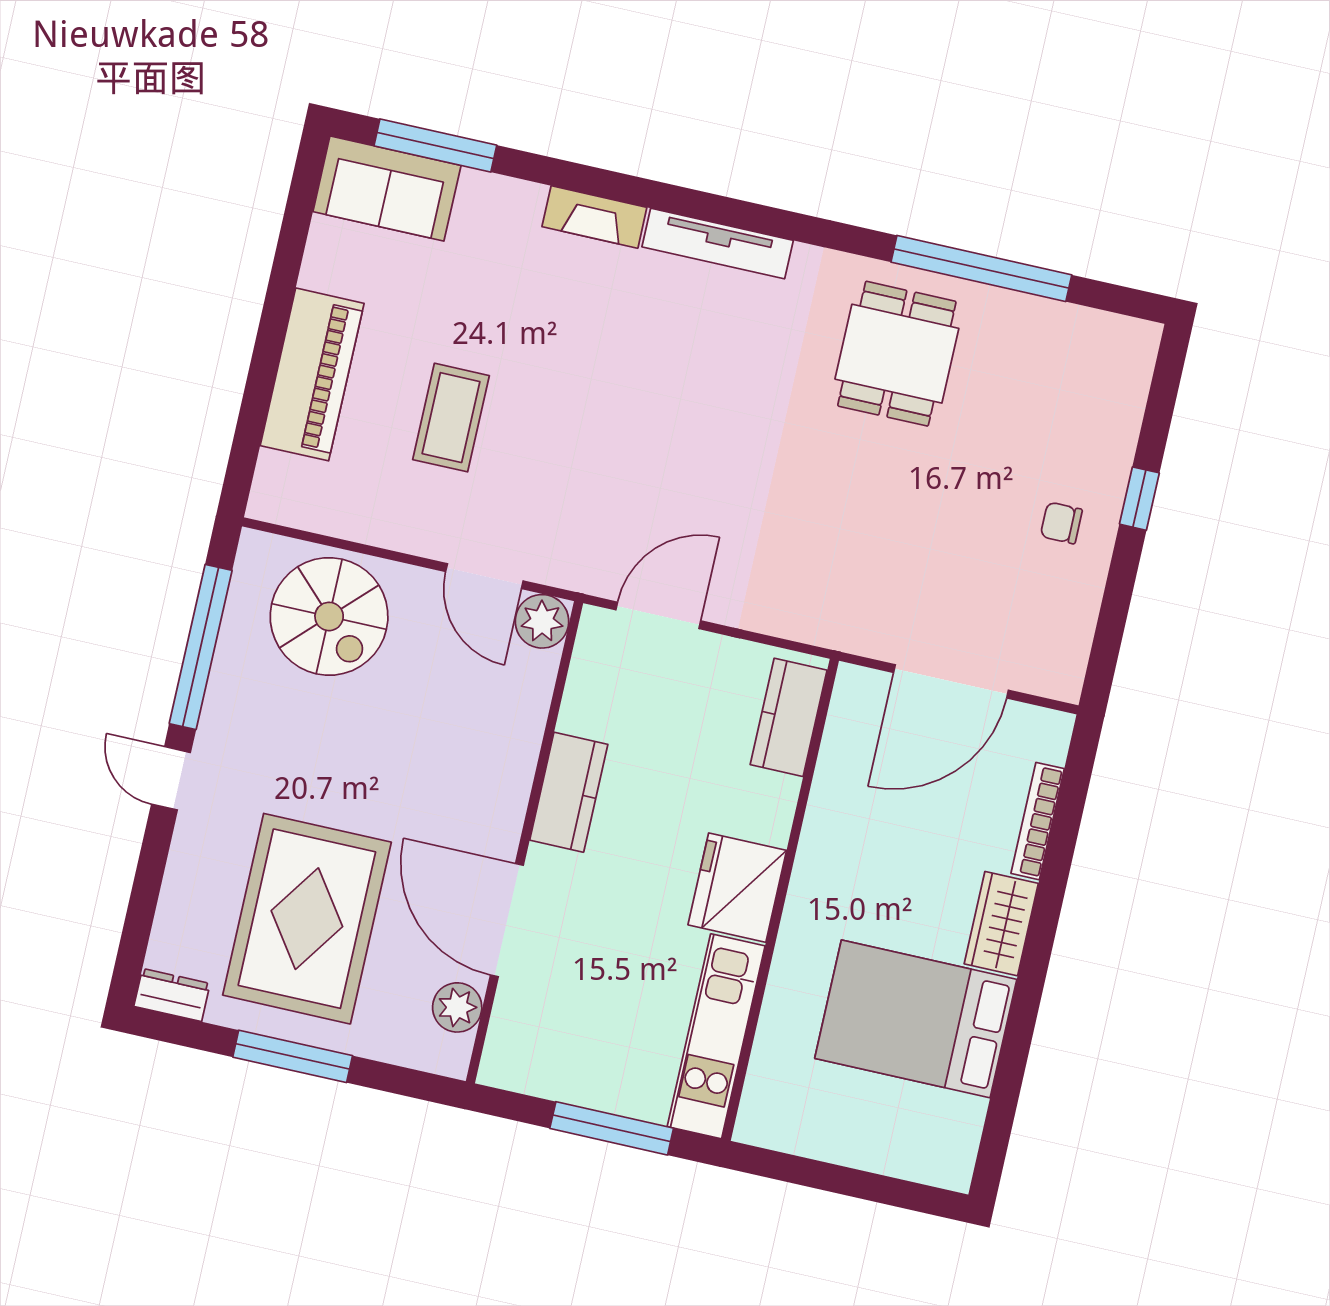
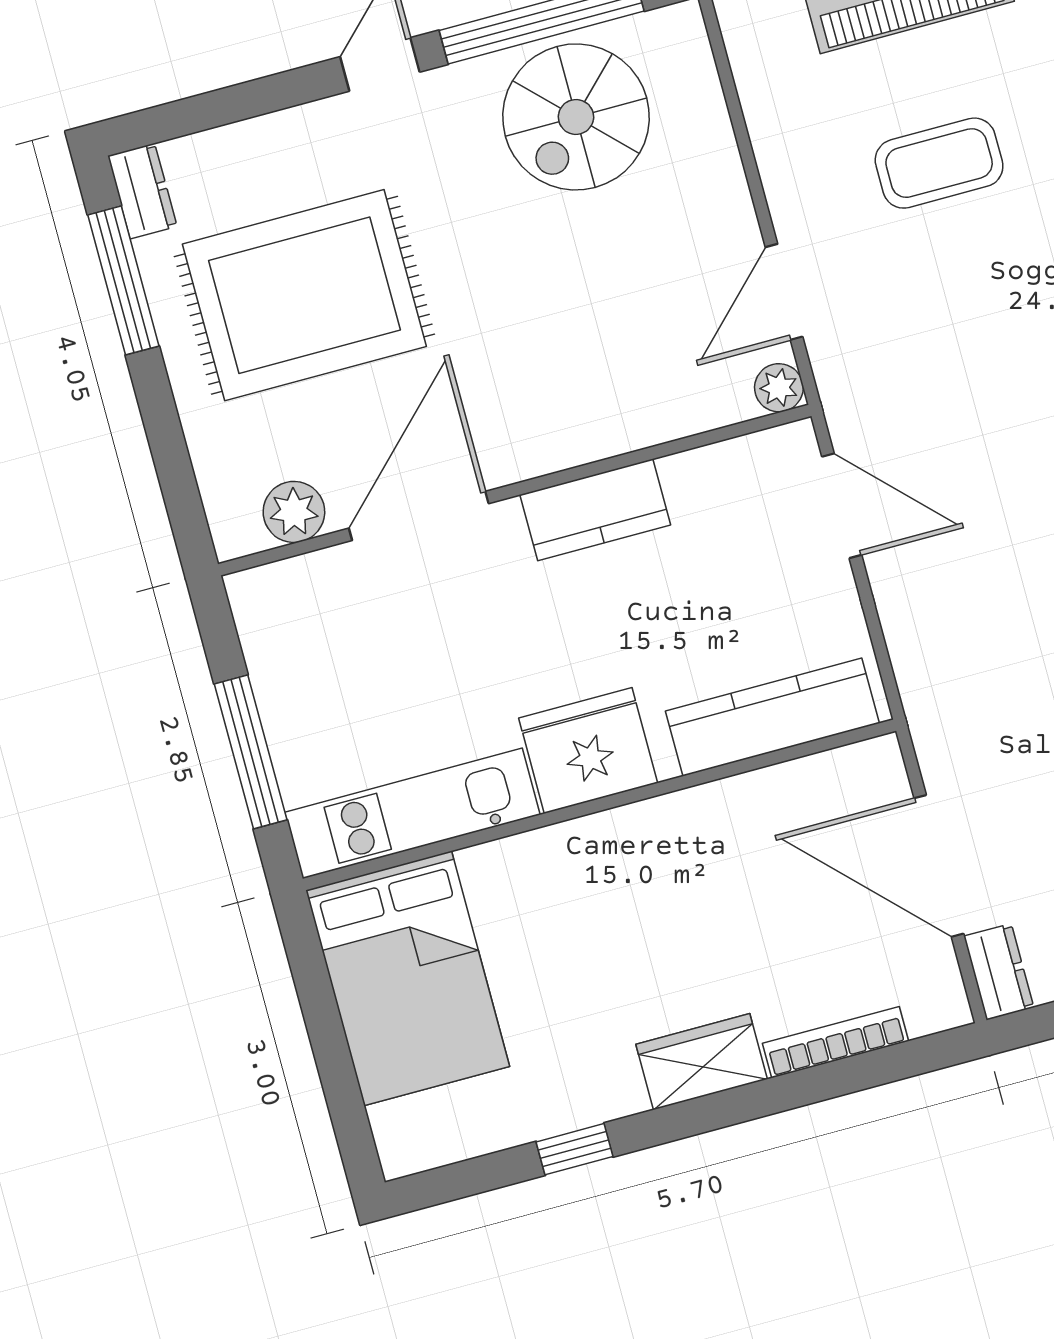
spiral stairs: (329, 616) -> (576, 117), moved
plant: (542, 621) -> (779, 388), width x0.73, depth x0.73
dresser: (1049, 678) -> (999, 972), added
kitchen counter: (789, 717) -> (772, 717), width x1.50
bed: (916, 1019) -> (408, 978), moved, turned 180
window: (1016, 1047) -> (574, 1149), added
window: (293, 1056) -> (123, 280), moved

